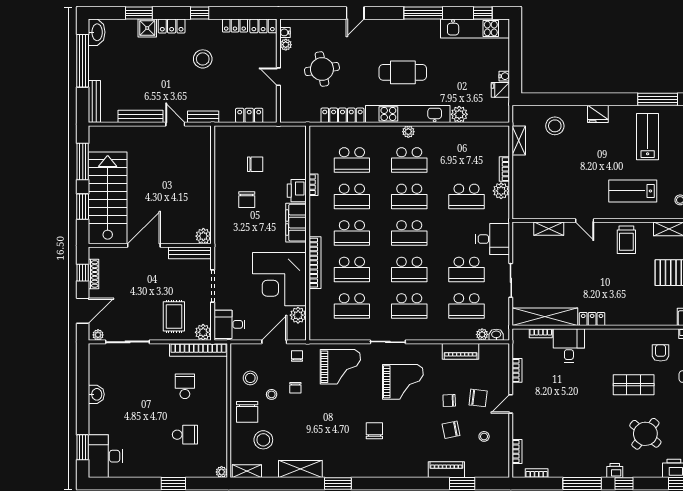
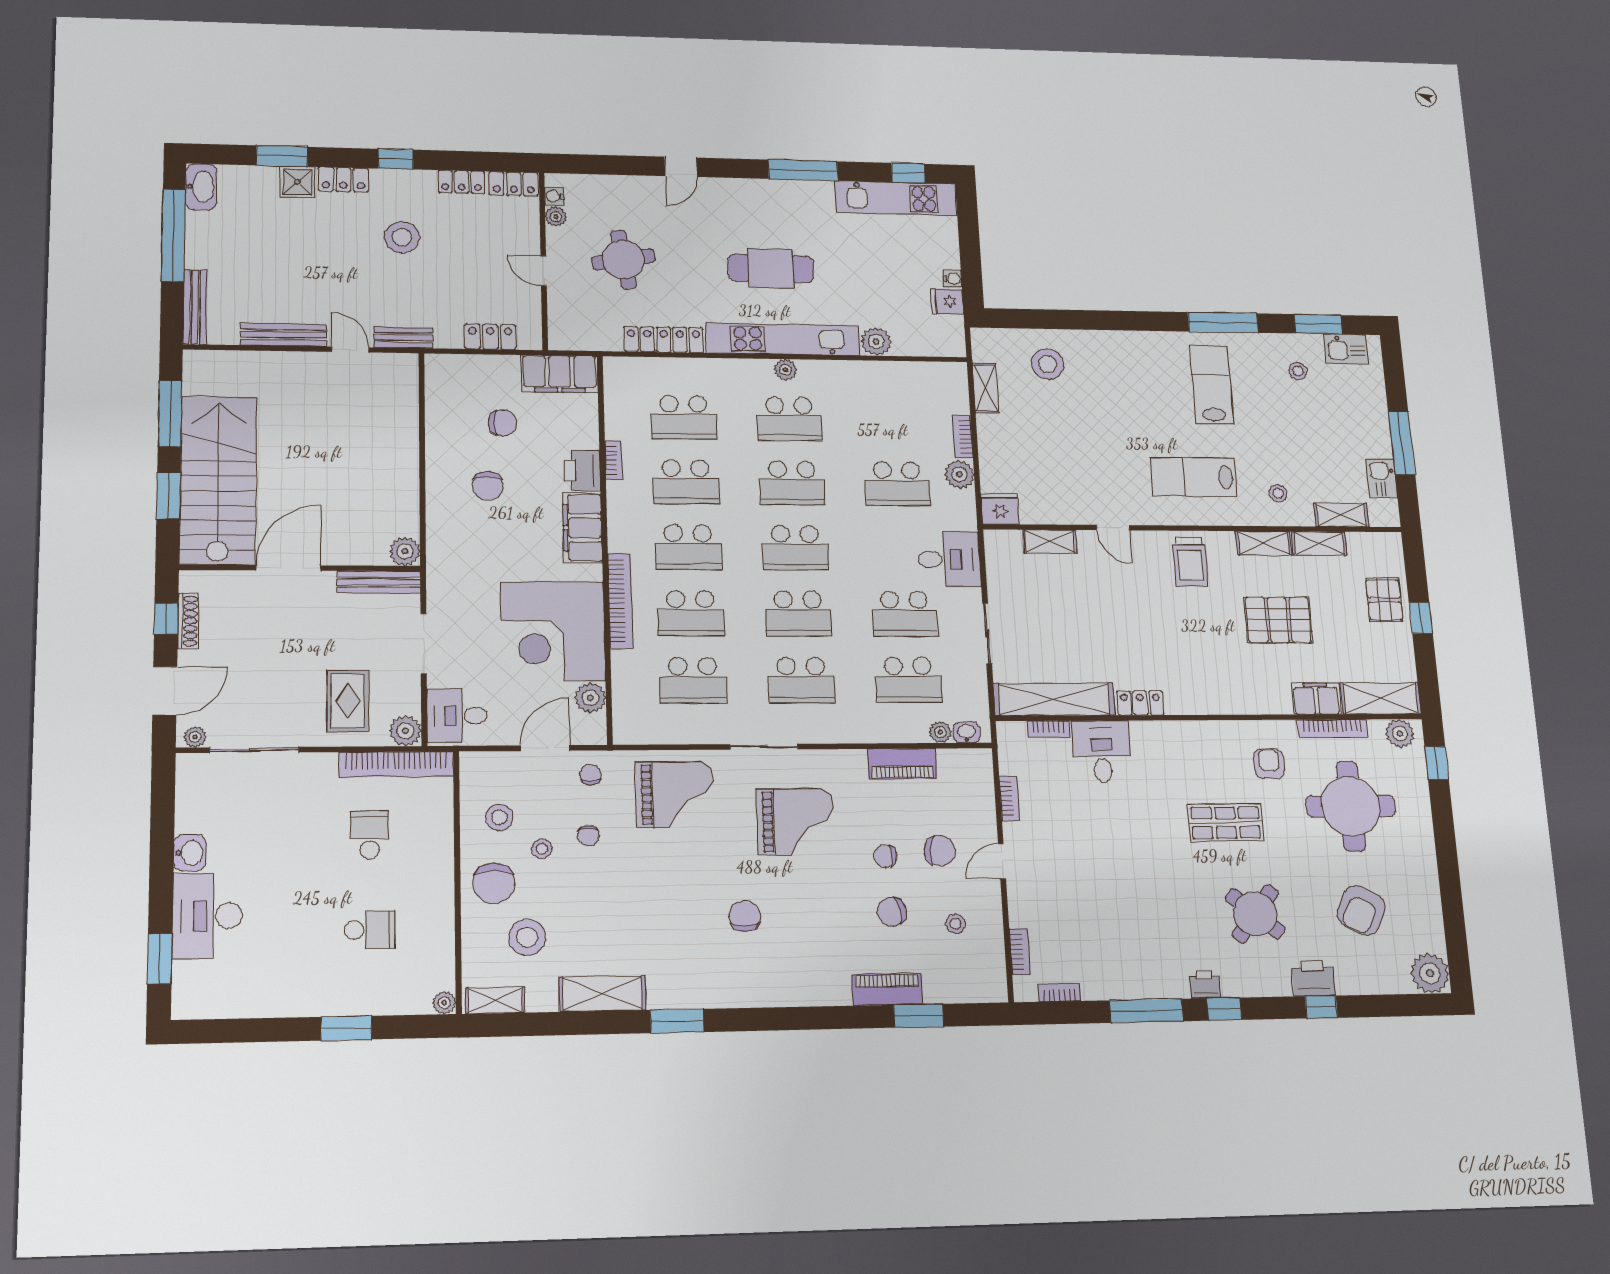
fridge: (598, 114) -> (1000, 509), moved, turned 180
filing cabinet: (286, 136) -> (560, 374), added
desk: (105, 456) -> (207, 916), moved

